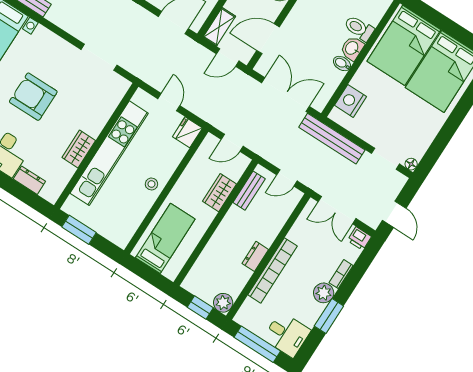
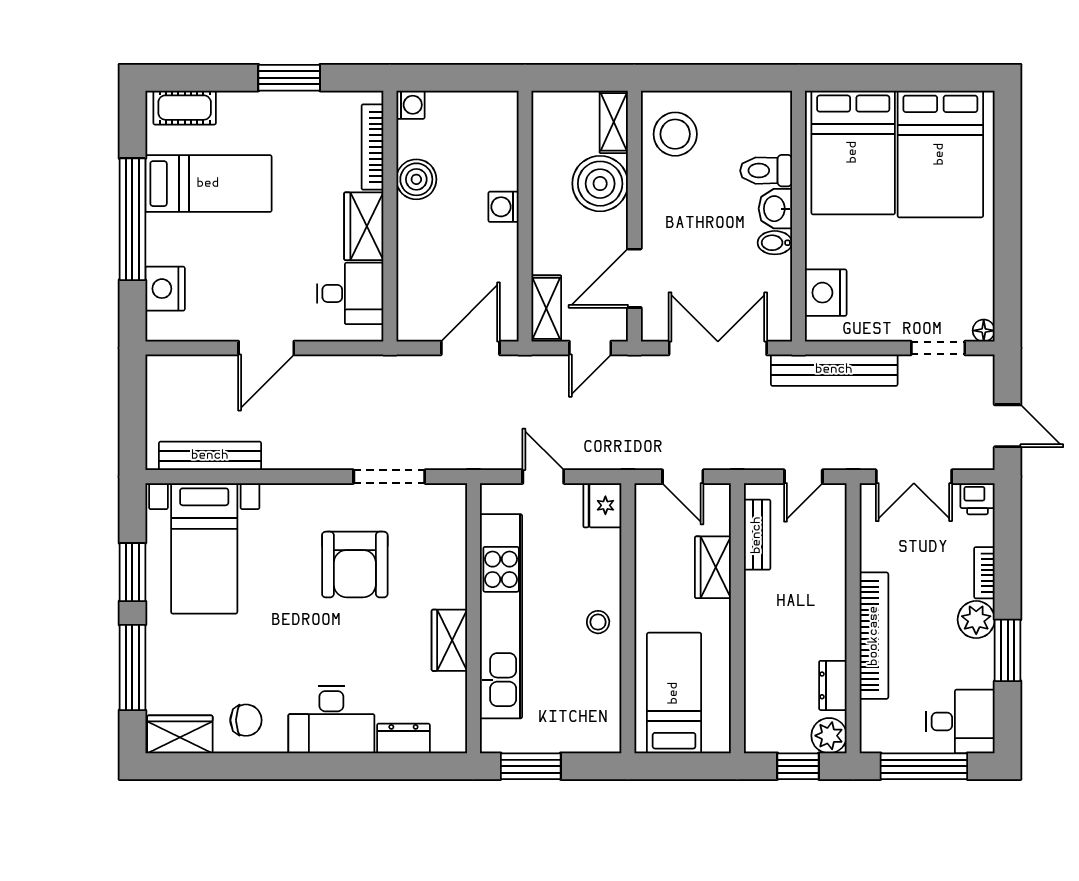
armchair: (33, 97) -> (355, 565), moved, turned -90
door: (232, 143) -> (683, 477), hinge flipped
dresser: (255, 256) -> (833, 685), moved

